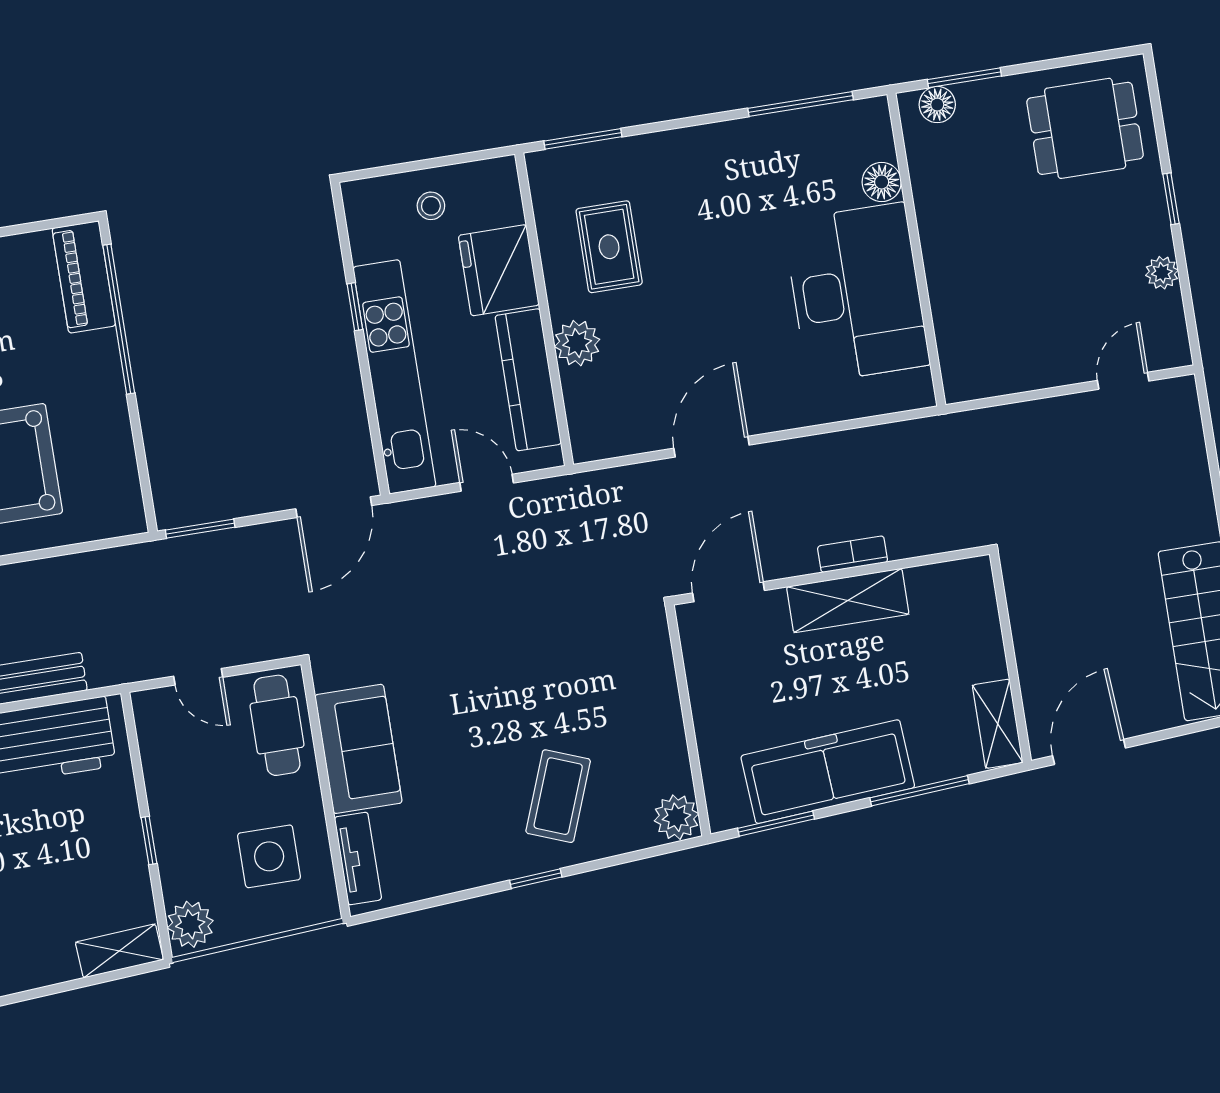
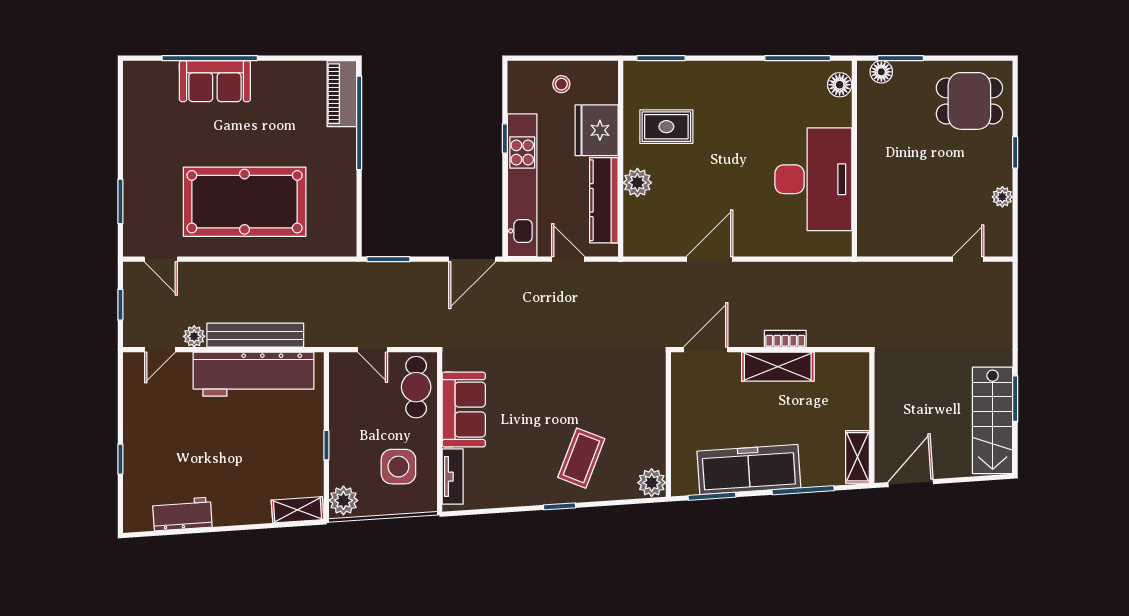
floor lamp: (882, 182) -> (840, 85), moved
rug: (609, 247) -> (666, 127), turned 90

